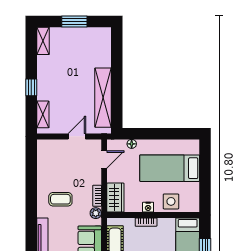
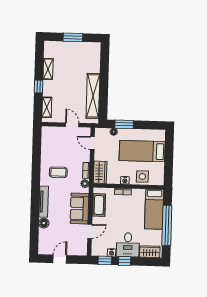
shelving: (43, 41) -> (48, 69), moved
window: (145, 134) -> (124, 124), added
door: (77, 136) -> (72, 125), hinge flipped
door: (104, 160) -> (92, 143), swing flipped

